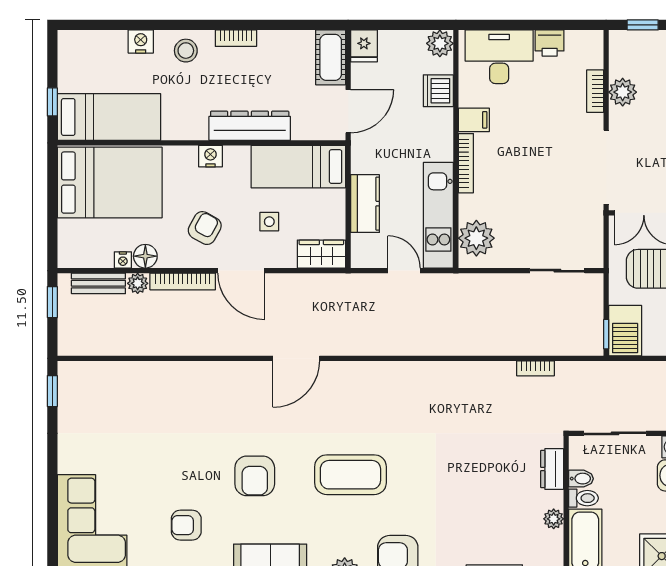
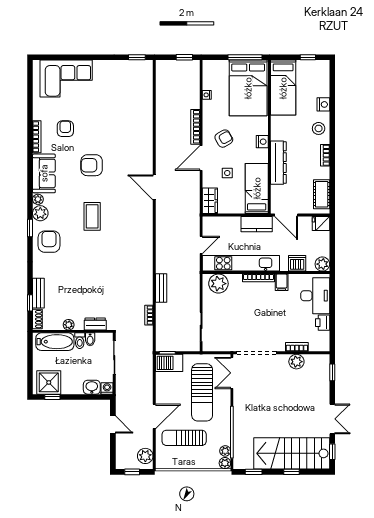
cot: (331, 57) -> (322, 194), moved, turned 90
window: (52, 102) -> (308, 57), moved
window: (52, 188) -> (245, 57), added
kitchen counter: (365, 204) -> (257, 224), moved
kitchen unit: (438, 215) -> (241, 263), width x1.36
armchair: (205, 228) -> (224, 139), turned -59
floor lamp: (145, 256) -> (209, 107), removed
bench: (98, 283) -> (161, 288), moved
plant: (138, 283) -> (194, 103), removed
coffee table: (350, 475) -> (92, 216), width x0.73, depth x0.76

